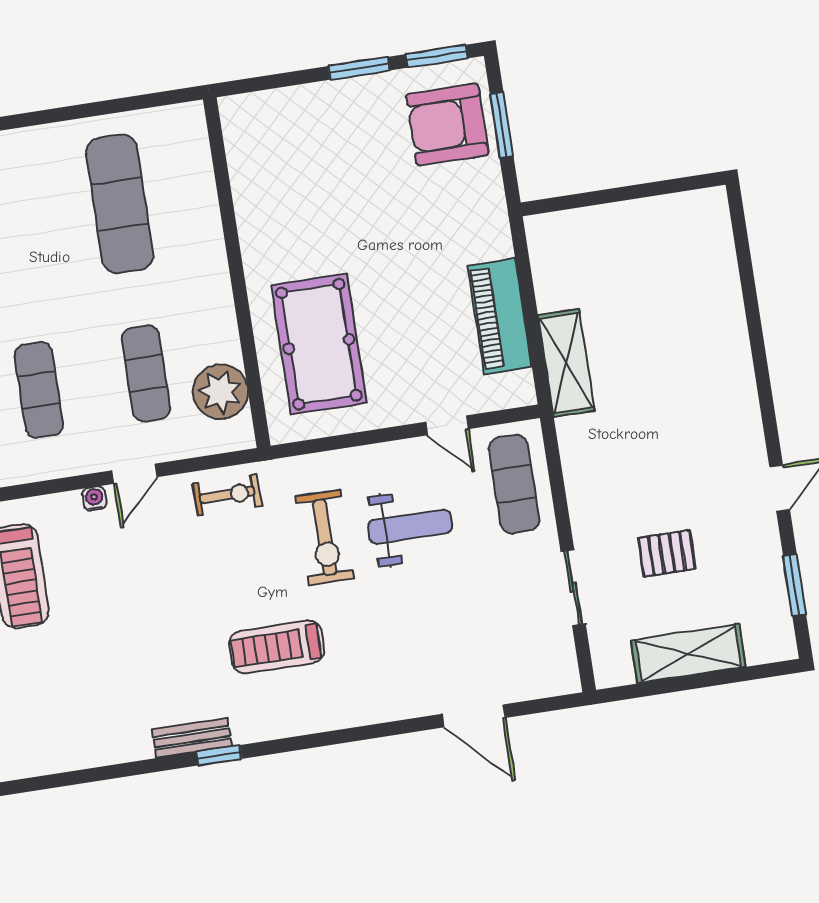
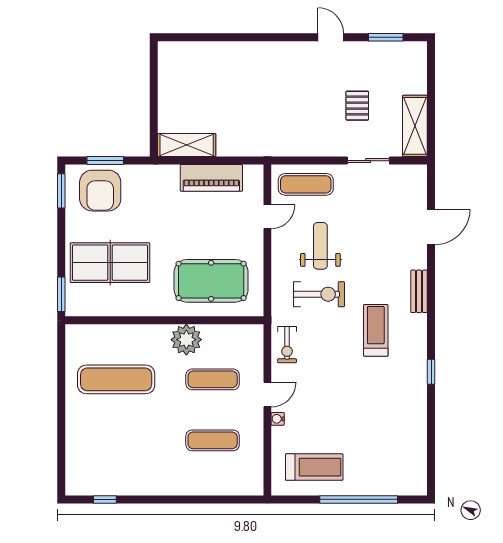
window: (359, 68) -> (61, 294), moved
table tennis table: (323, 161) -> (110, 263), added
shelving: (566, 363) -> (187, 145), moved
plant: (220, 392) -> (186, 340), moved
door: (134, 474) -> (267, 394), hinge flipped
exercise bike: (227, 495) -> (287, 345), turned 180
treadmill: (277, 647) -> (376, 330), turned 180
shelving: (688, 654) -> (415, 126), moved
bench: (192, 738) -> (419, 291), moved

